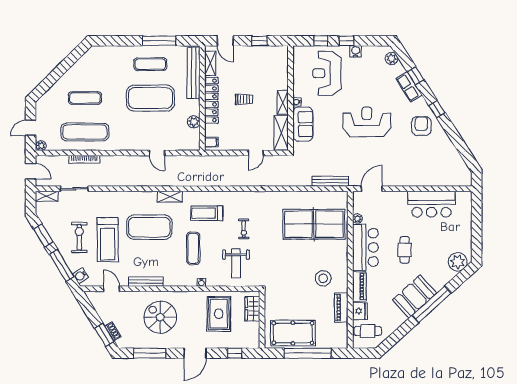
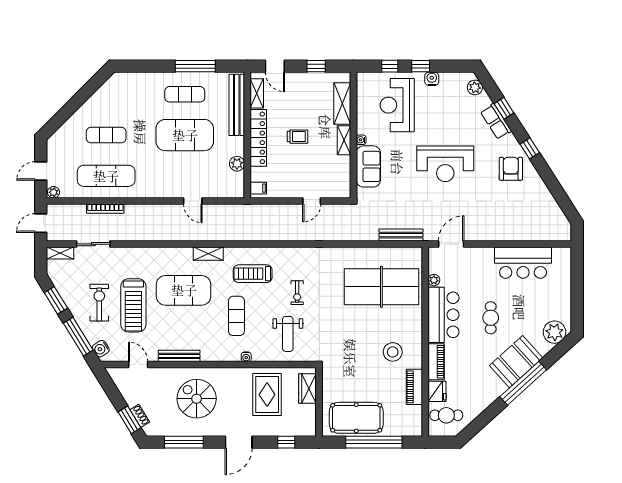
reception desk: (367, 122) -> (445, 164), turned 180
shelving: (281, 133) -> (342, 103), moved
door: (31, 171) -> (41, 223), swing flipped
booth: (414, 297) -> (516, 362), moved

